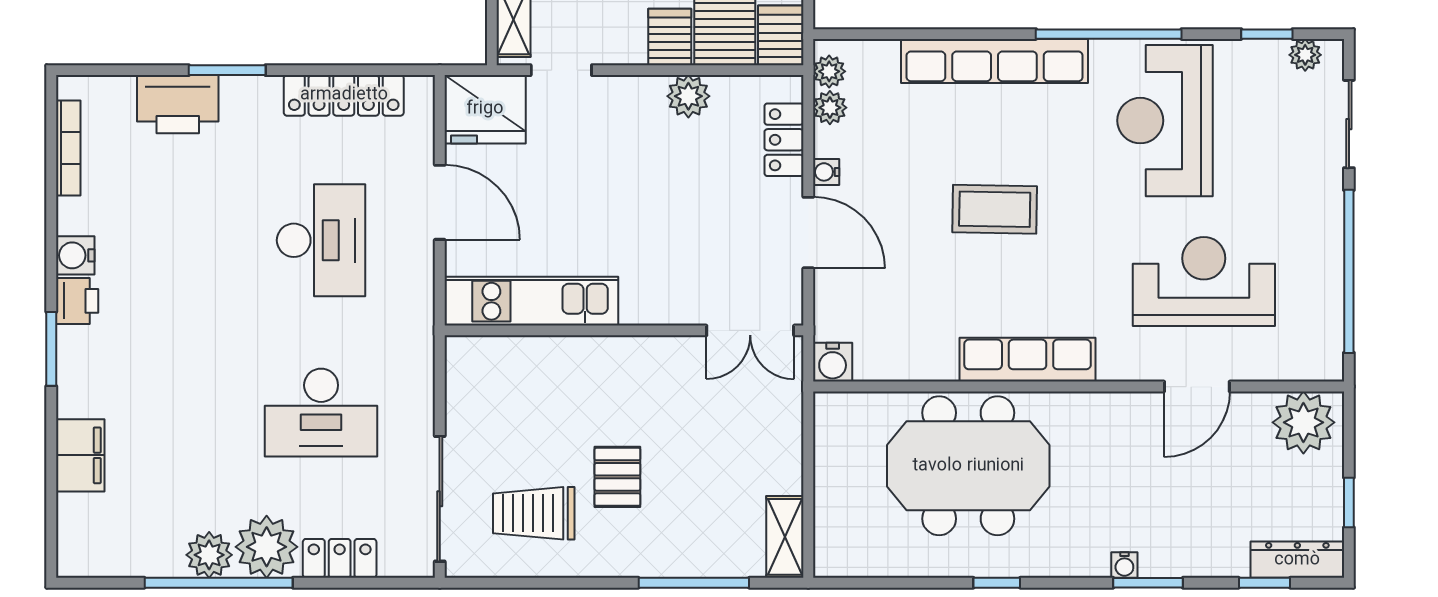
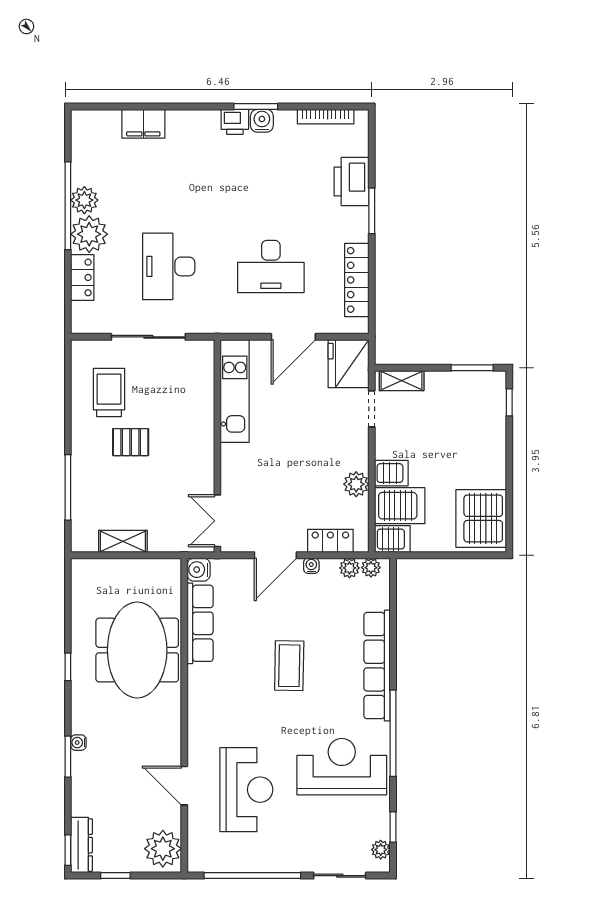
window: (51, 349) -> (256, 107), moved
row of seats: (1028, 360) -> (200, 623), moved
sliding door: (440, 499) -> (148, 337), moved
shelving: (785, 537) -> (123, 541), moved
window: (1264, 583) -> (68, 850), moved

